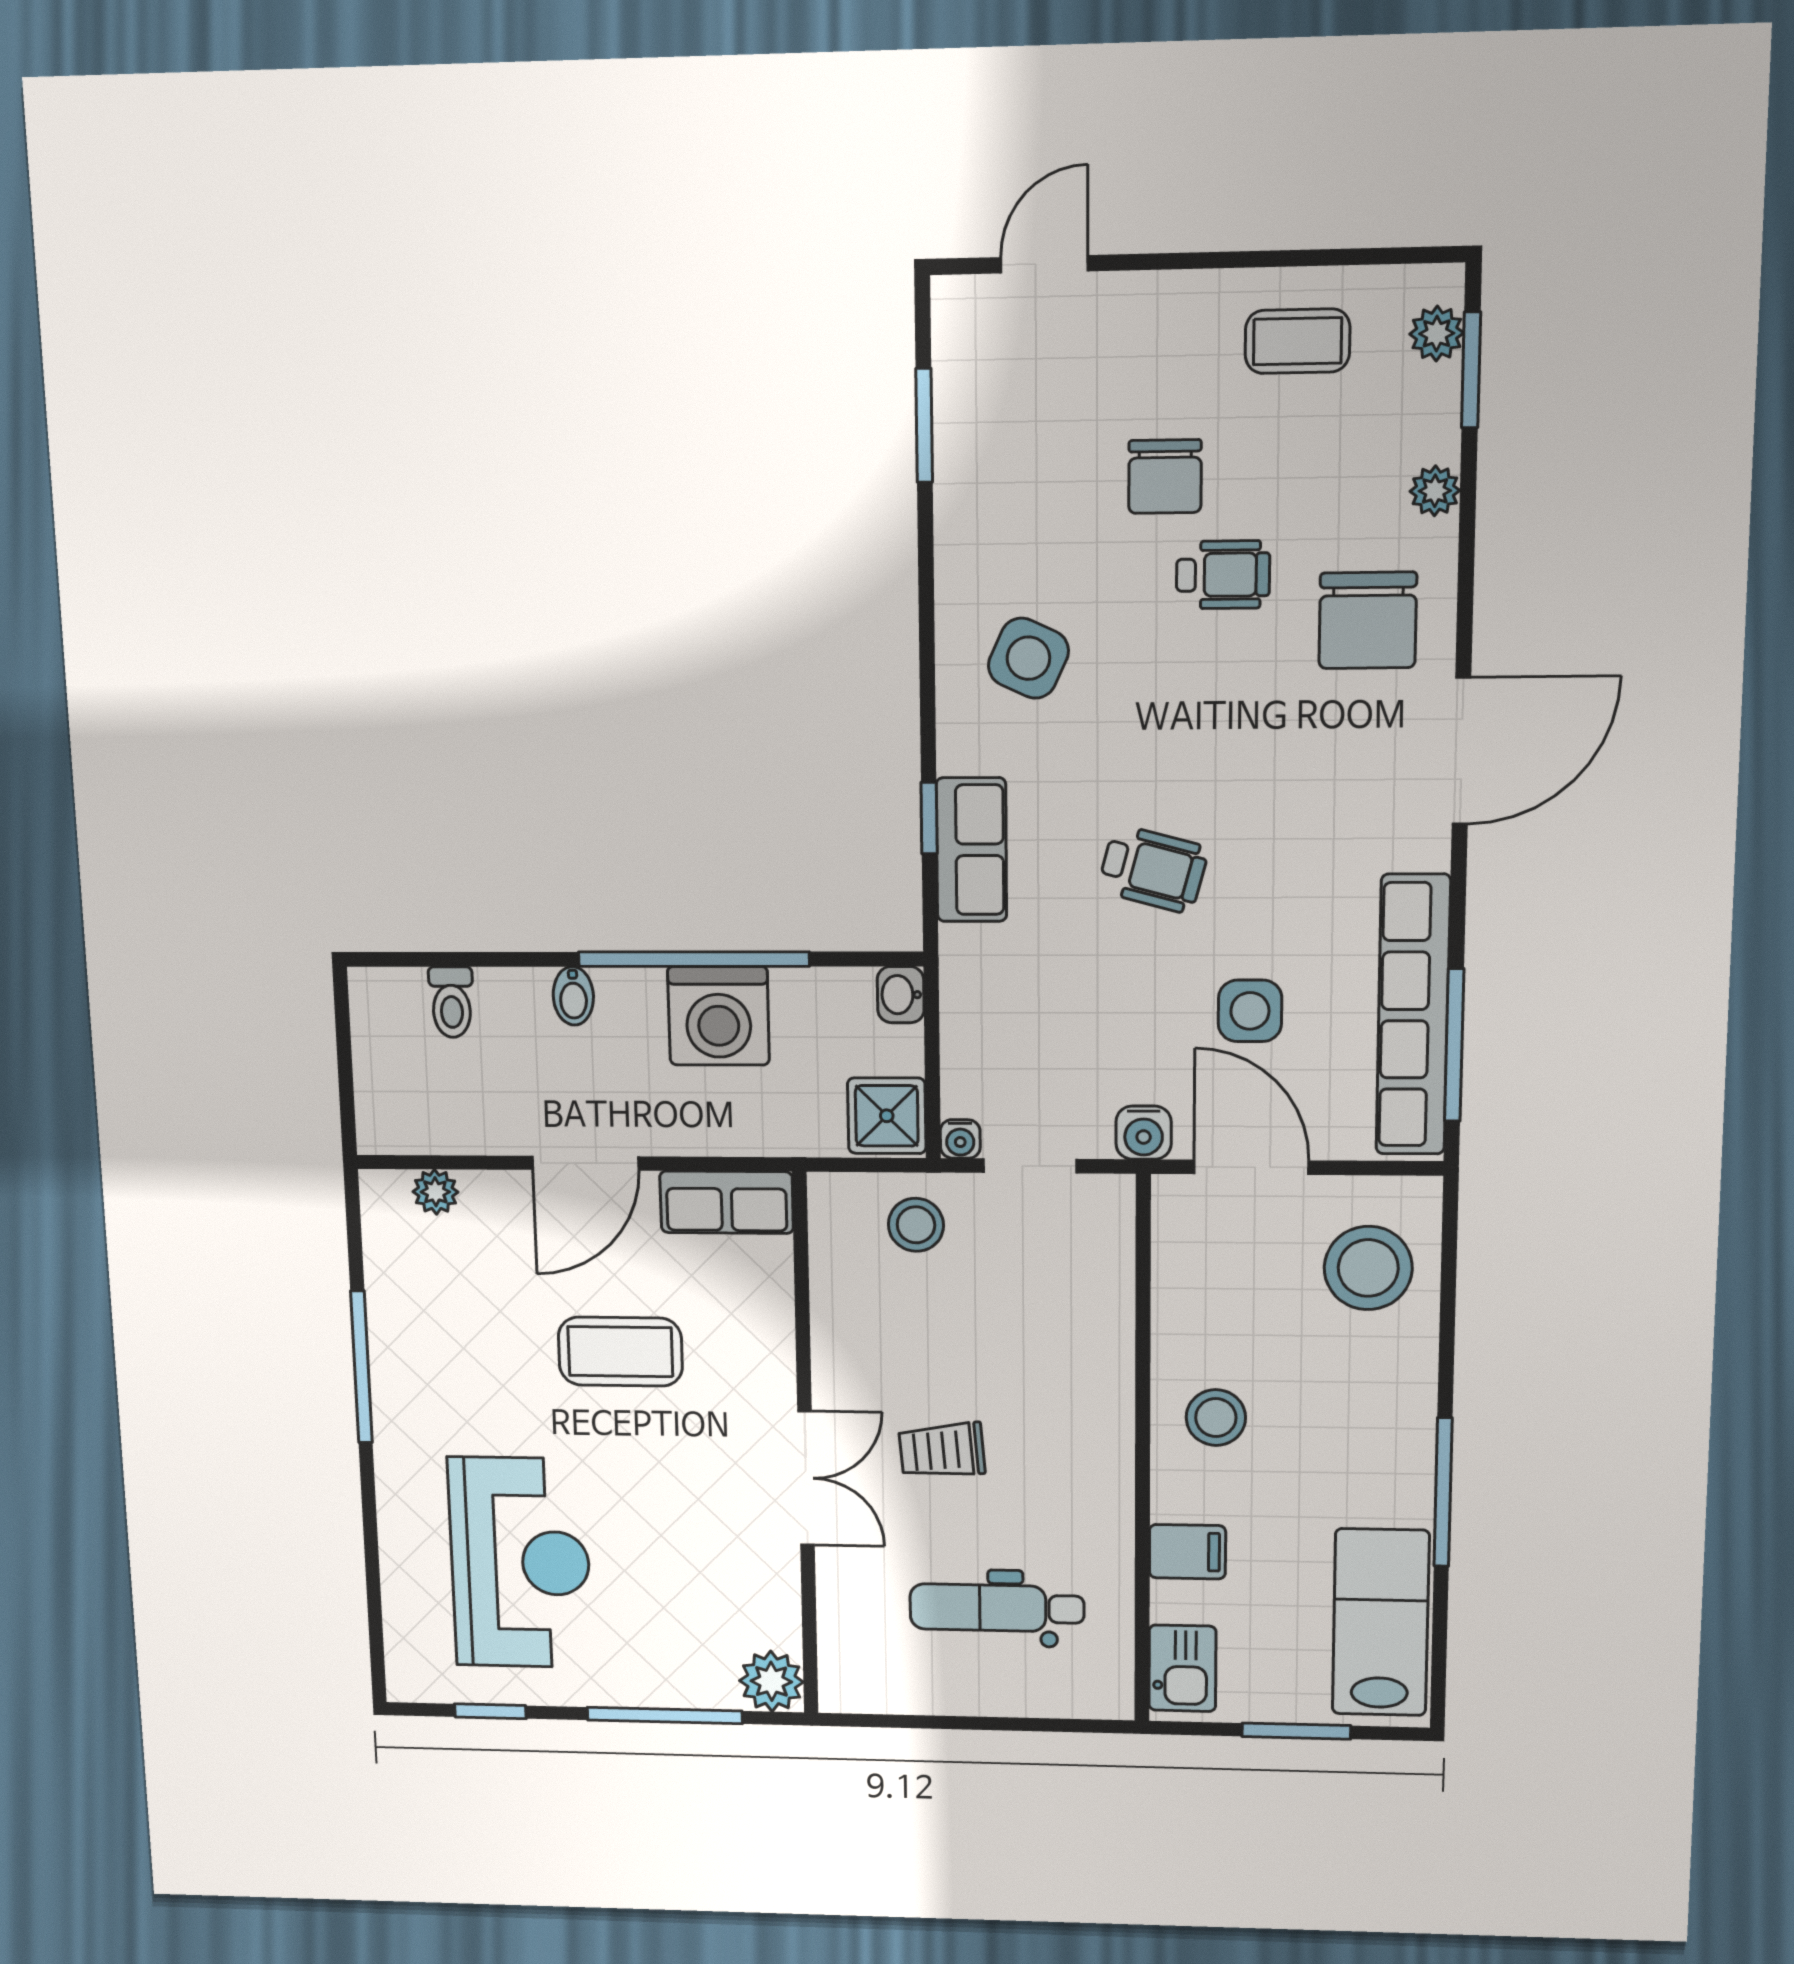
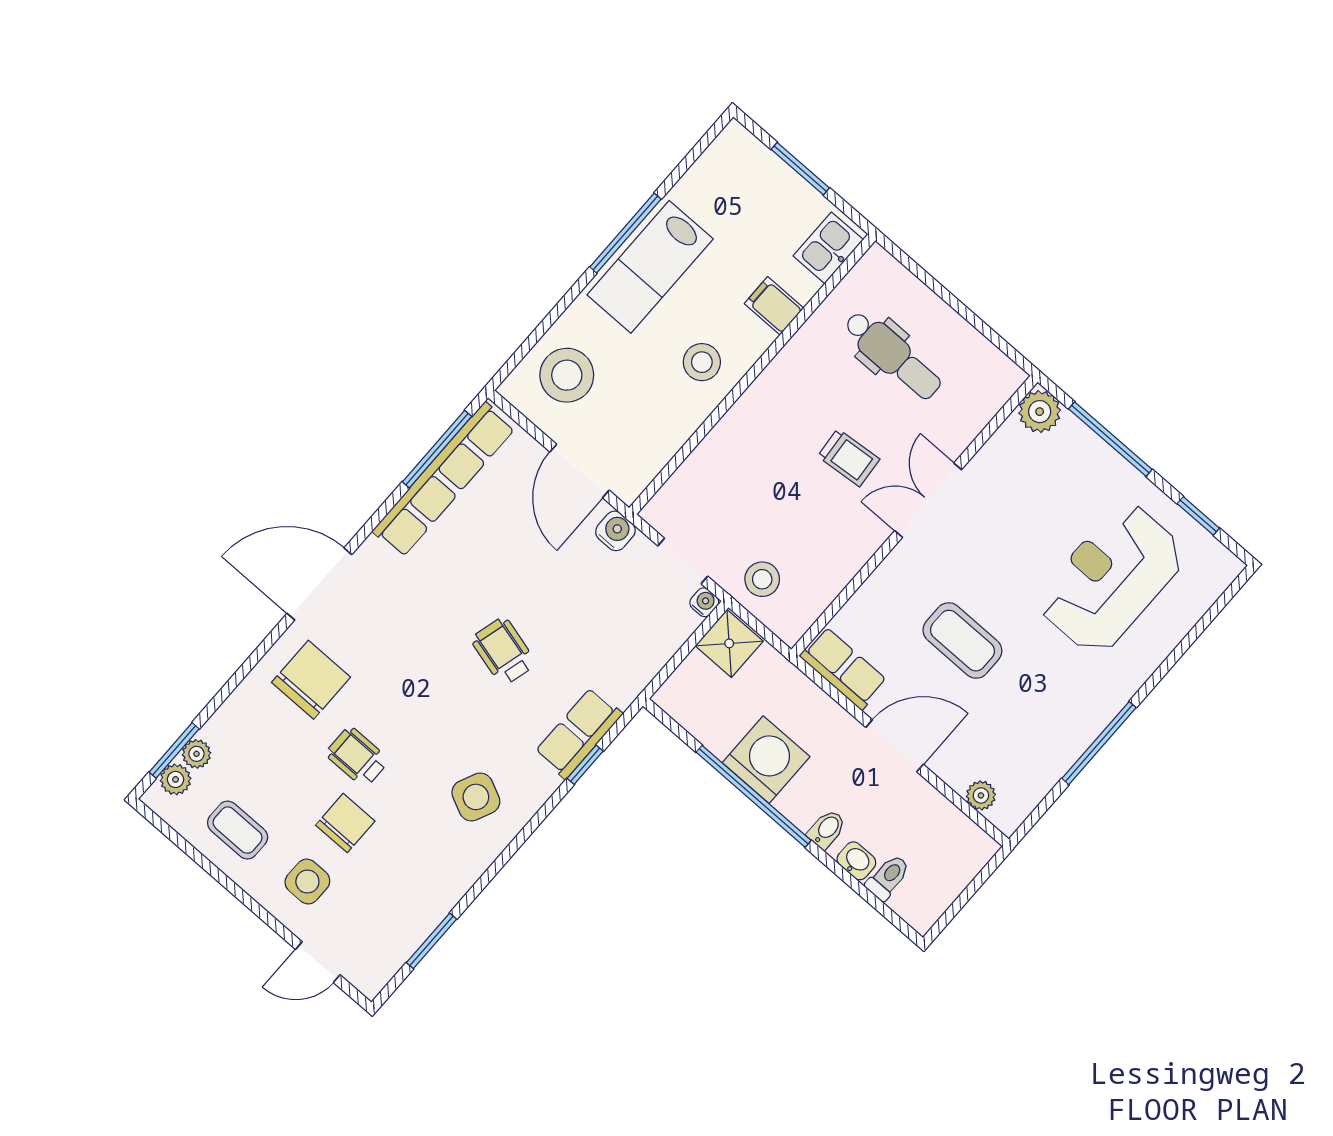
plant: (1435, 491) -> (196, 754), moved
washbasin: (901, 995) -> (856, 861), moved, turned -90
side table: (1250, 1011) -> (307, 882), moved
lab bench: (1381, 1622) -> (650, 267), moved

